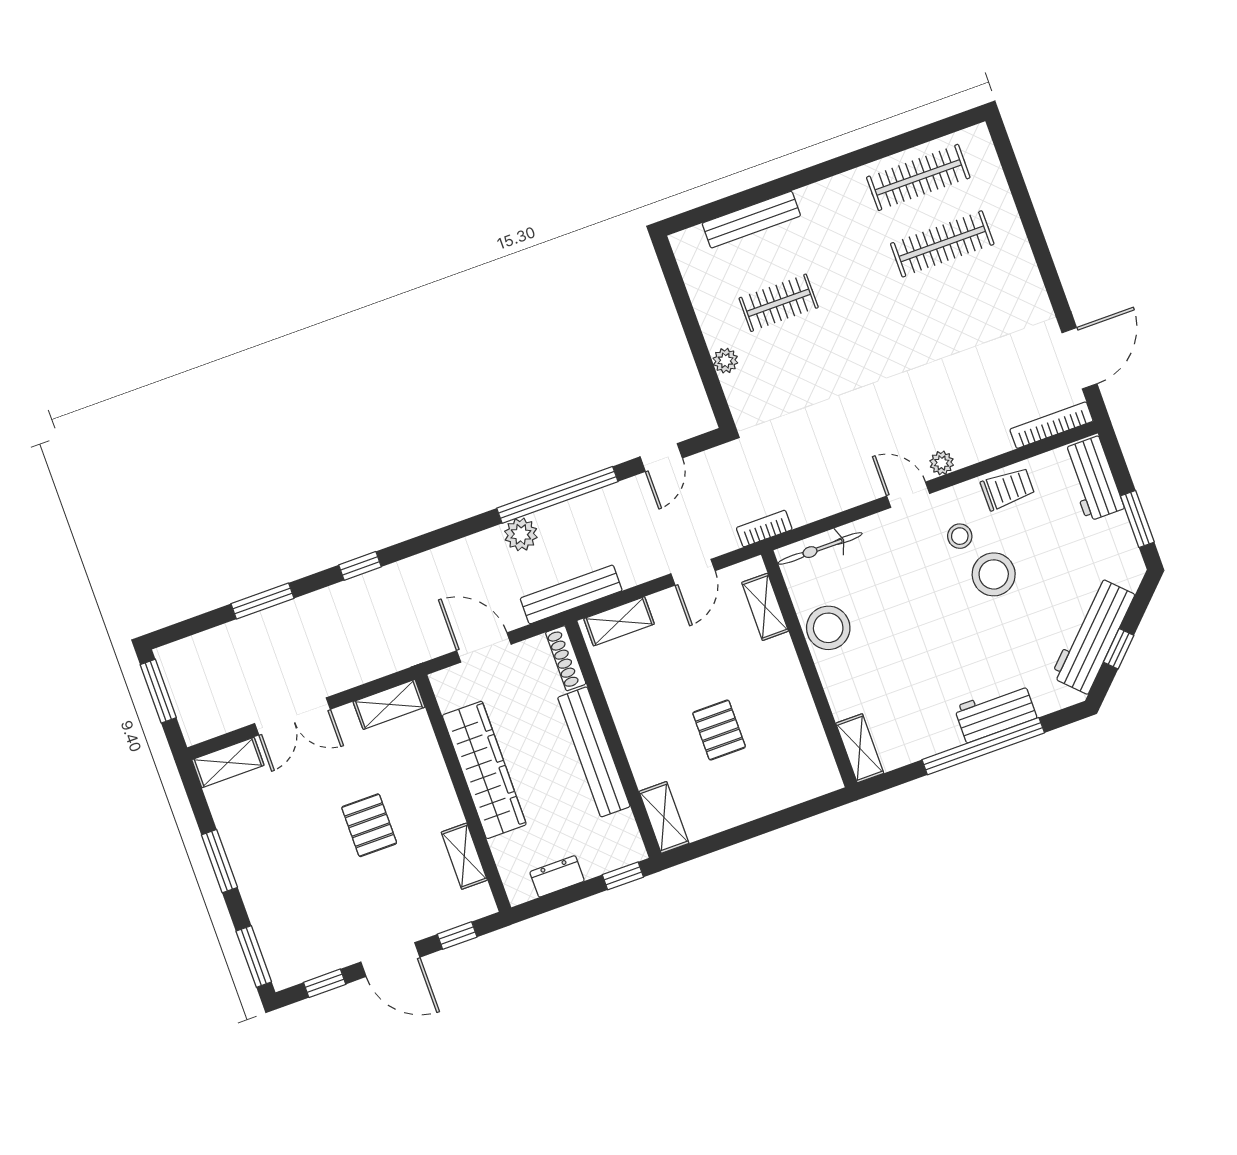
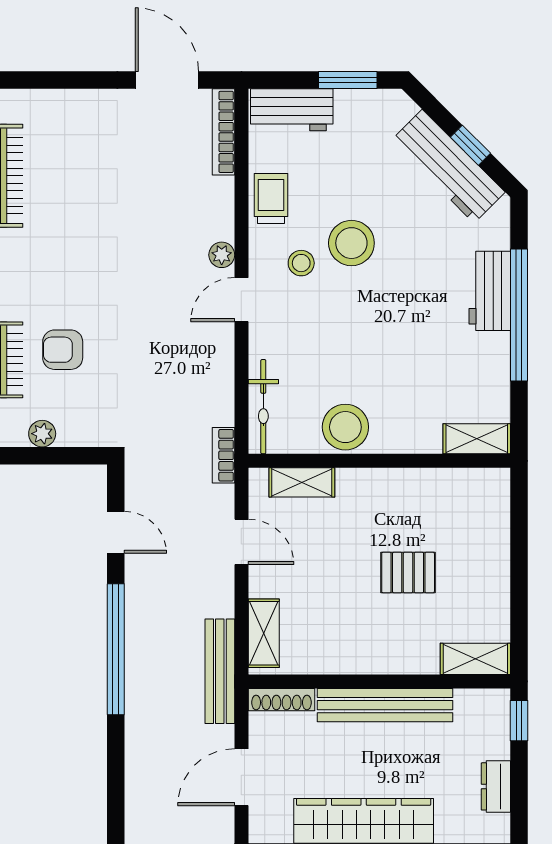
armchair: (807, 352) -> (63, 350), added
plant: (521, 534) -> (142, 700), removed

